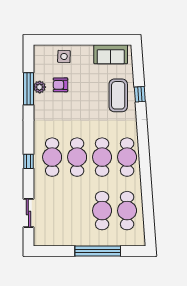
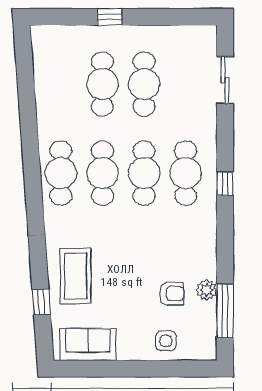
window: (28, 89) -> (225, 311), moved
window: (140, 94) -> (41, 302), moved
window: (28, 161) -> (225, 184), moved
cafe table: (127, 211) -> (144, 84), moved
window: (98, 251) -> (110, 17), width x0.32

